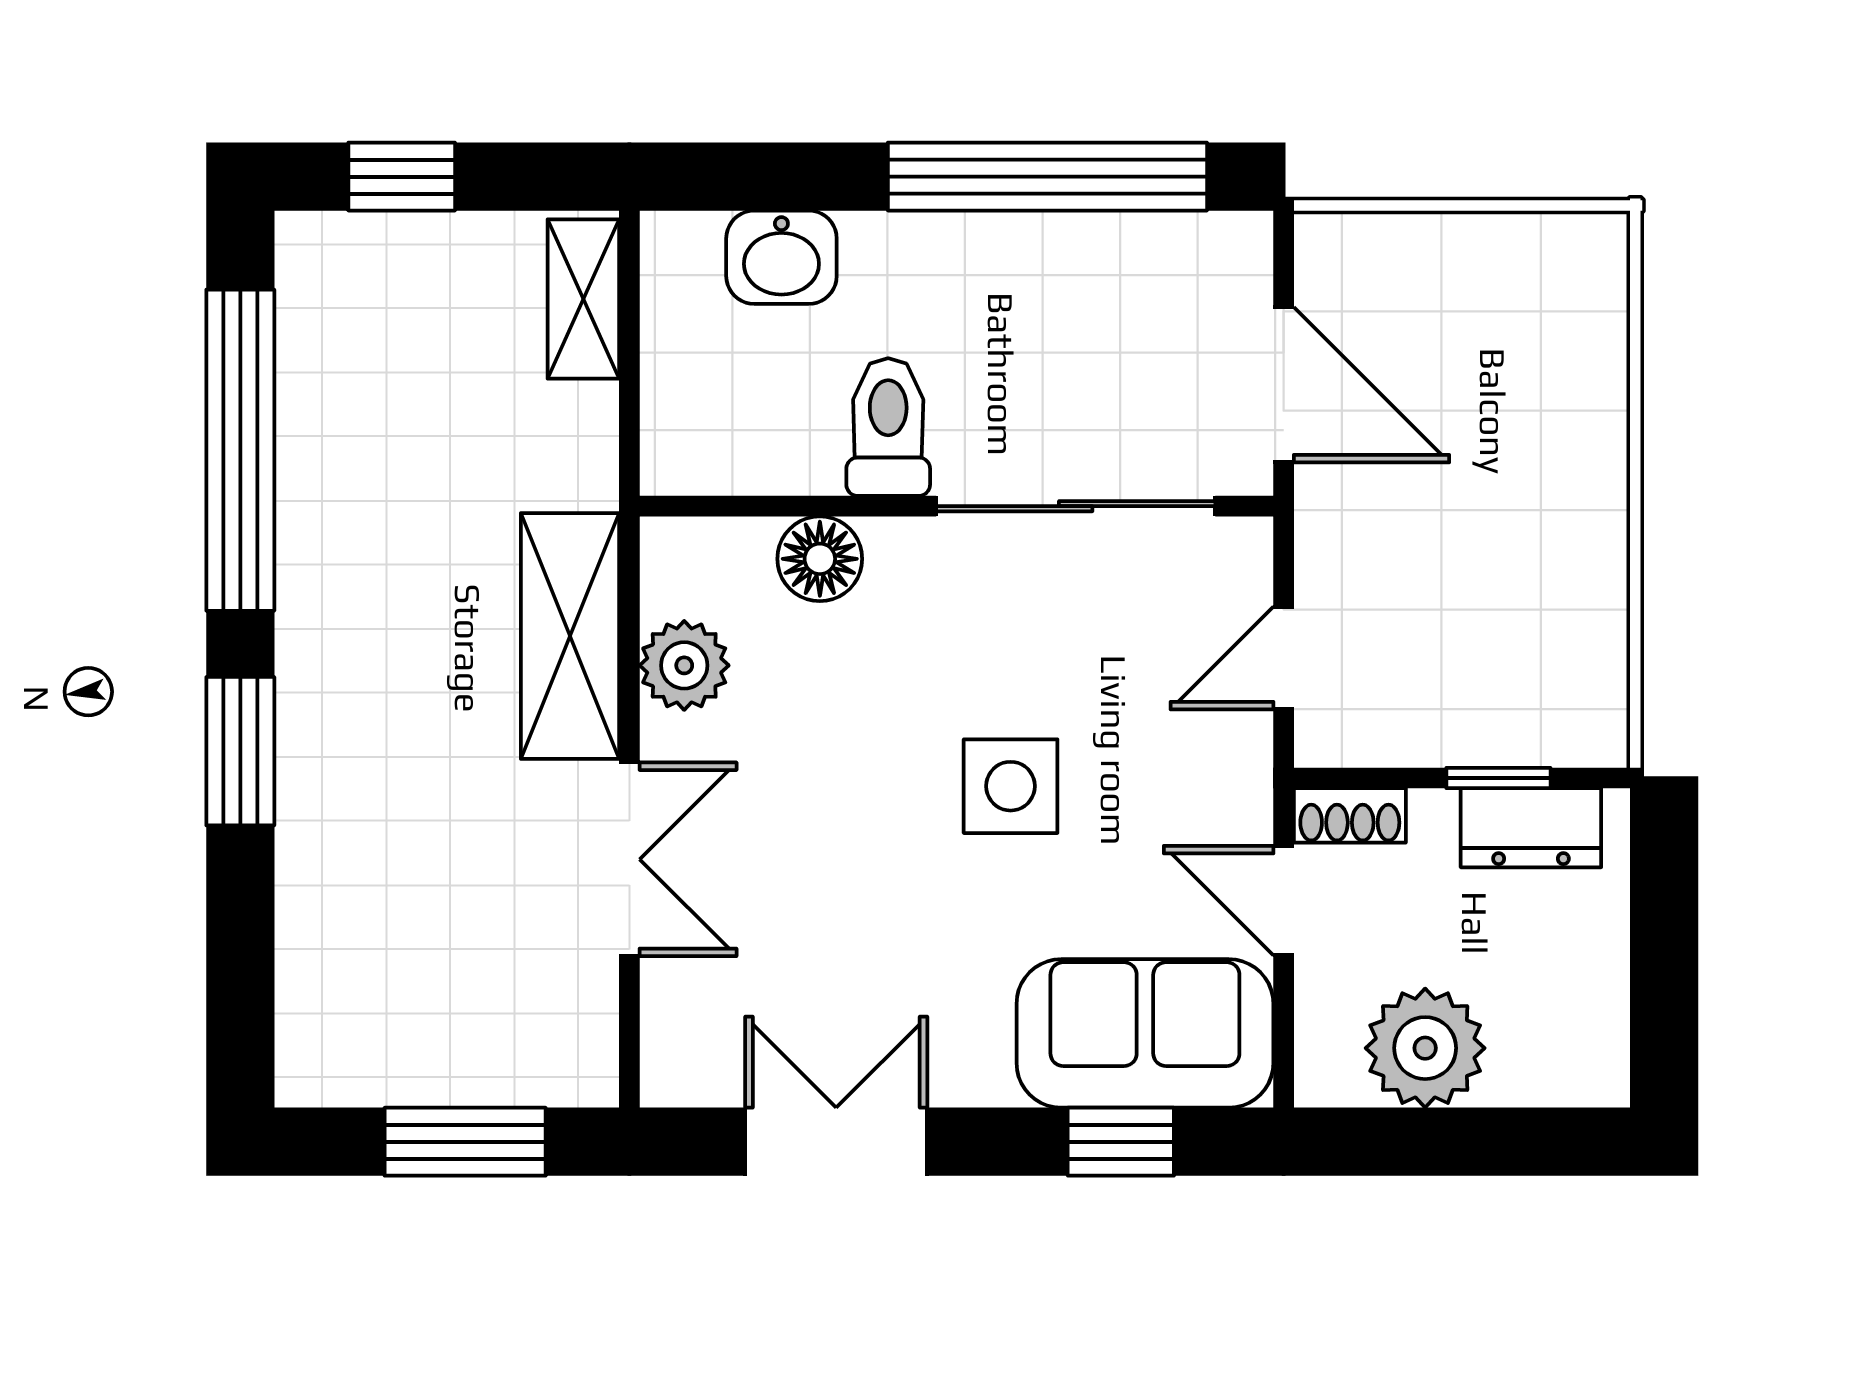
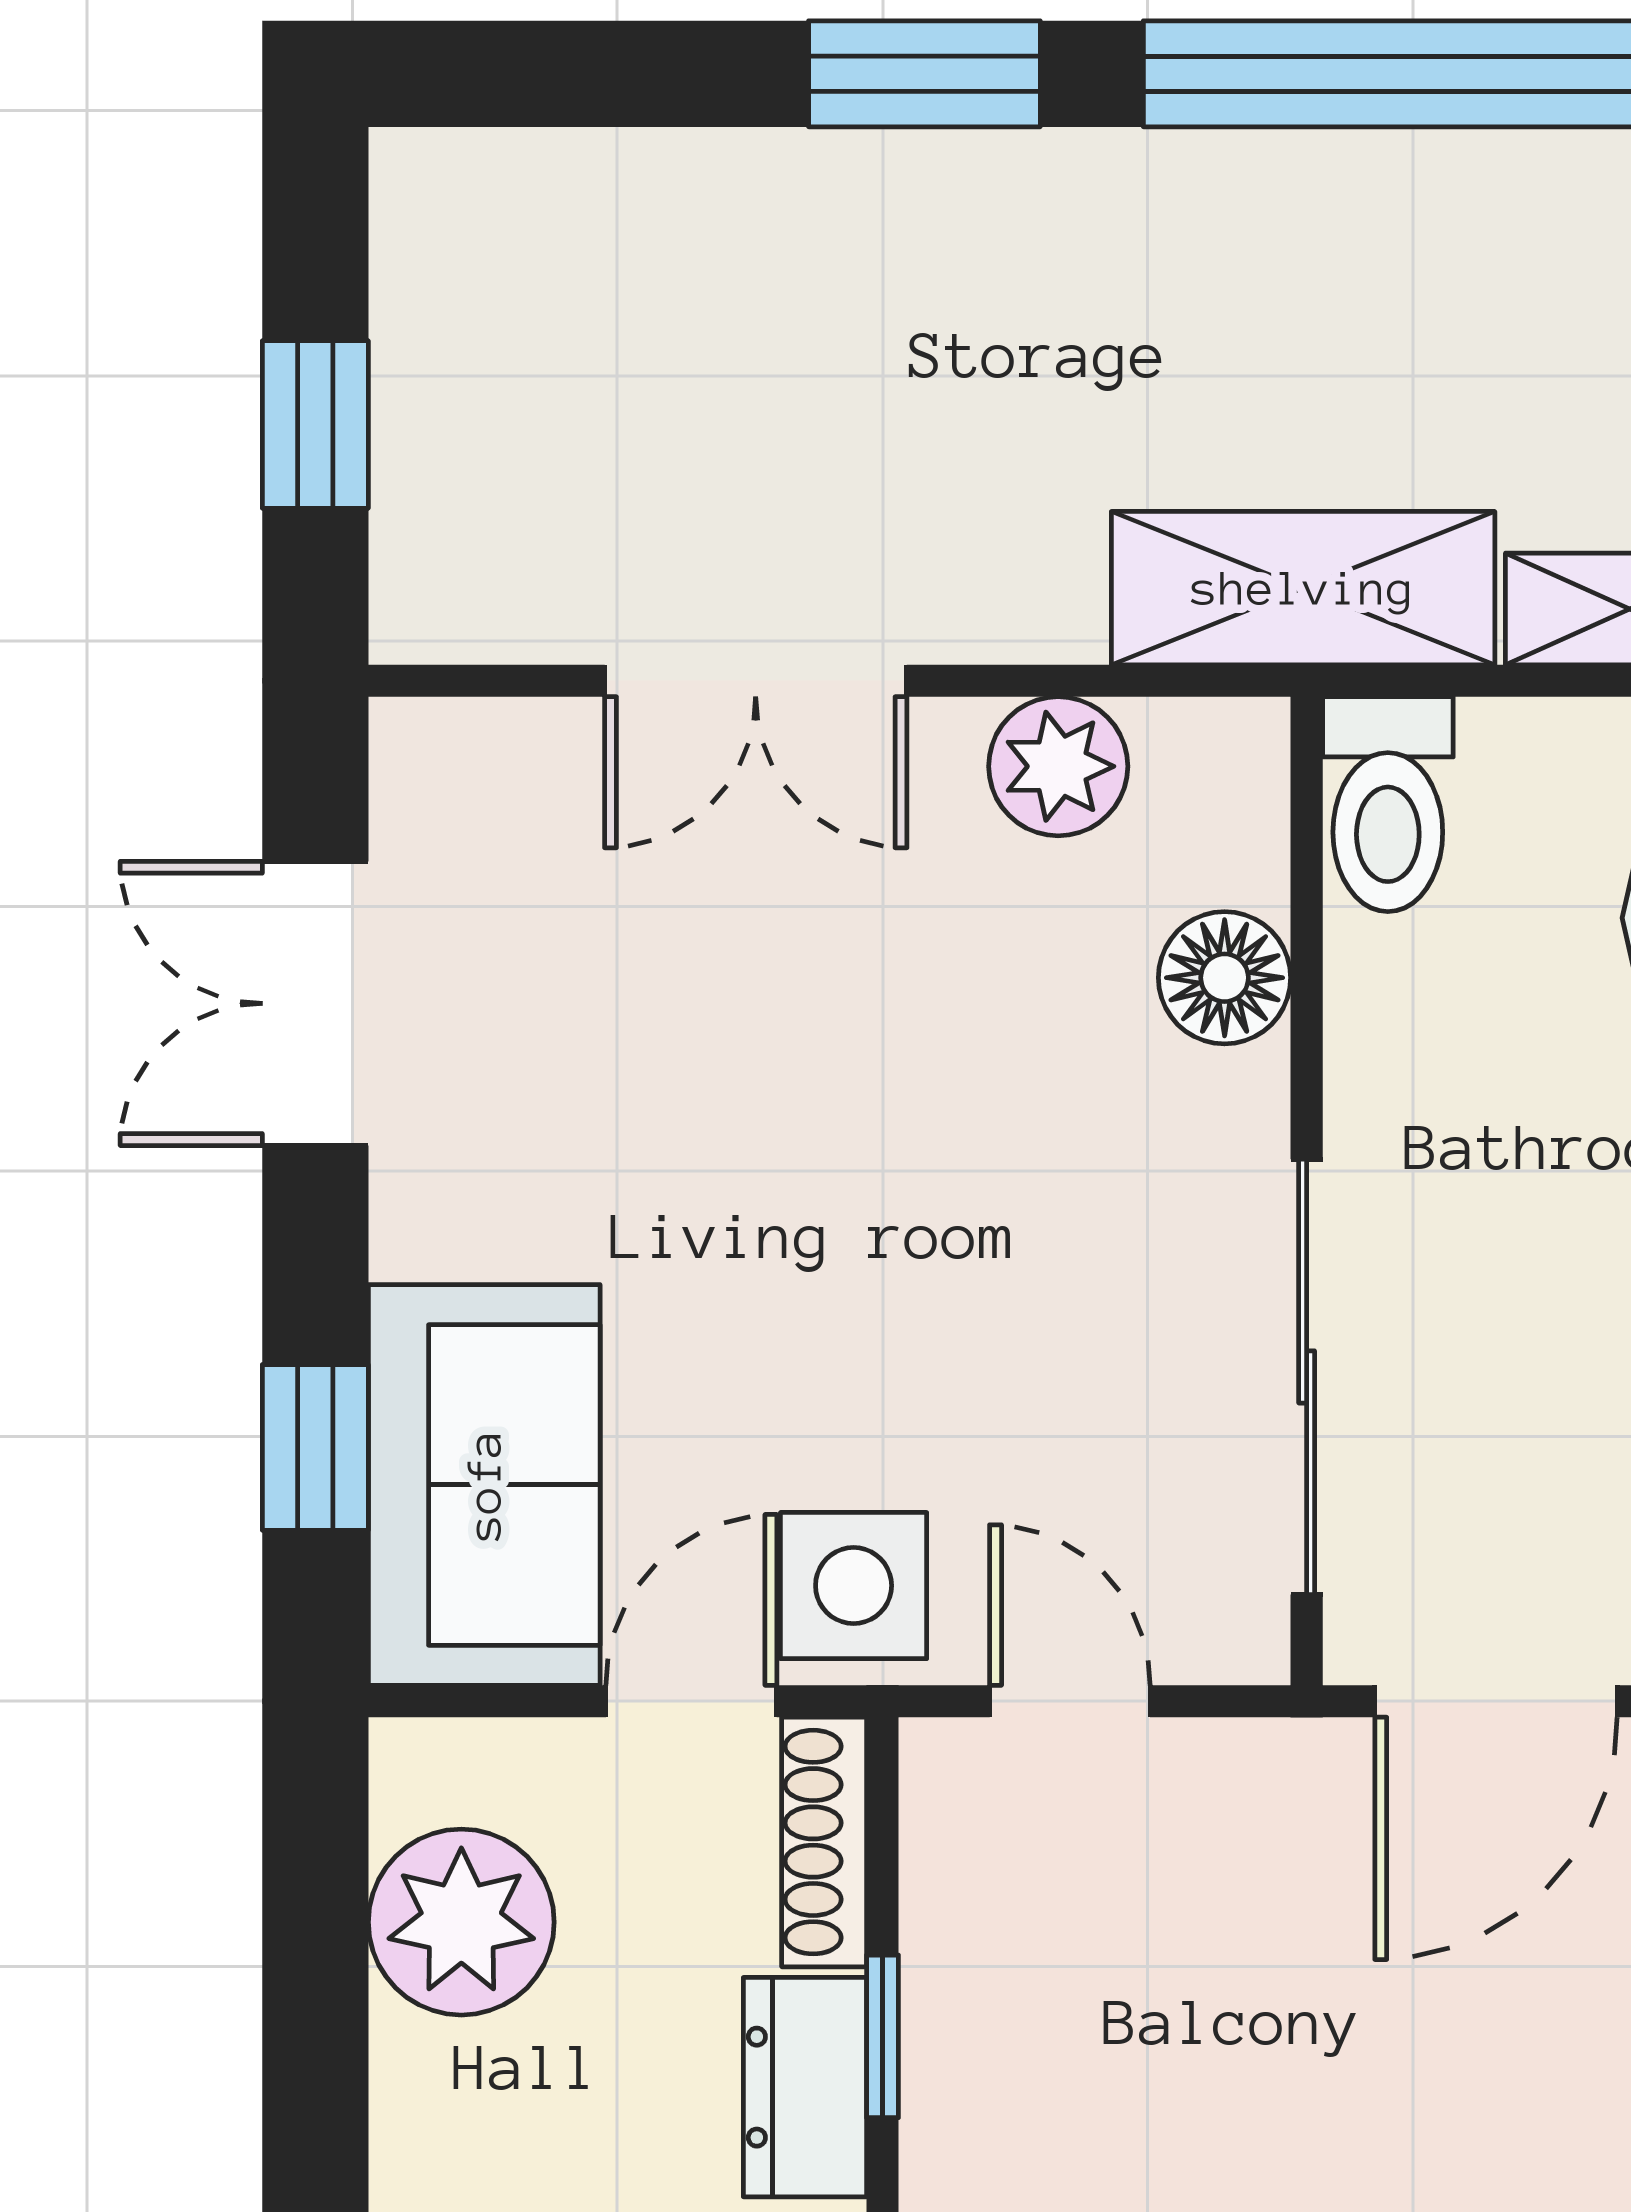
toilet: (888, 427) -> (1388, 804), moved, turned 90
shelving: (570, 636) -> (1303, 588), moved
side table: (1011, 786) -> (854, 1586), moved
shoe rack: (1350, 815) -> (824, 1842), width x1.43
window: (465, 1142) -> (315, 425), width x0.67
double door: (836, 1142) -> (315, 1003), swing flipped

